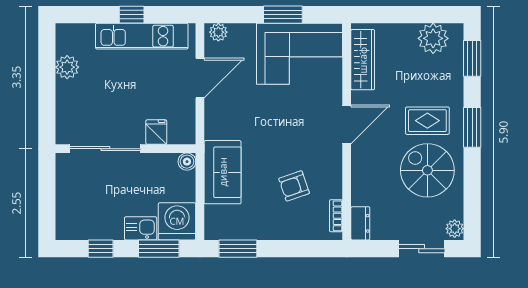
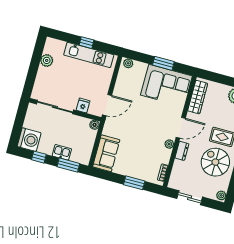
door: (200, 78) -> (107, 105), moved
plant: (334, 160) -> (169, 144), added
sofa: (223, 172) -> (106, 153), moved
armchair: (294, 186) -> (146, 152), removed
washing machine: (177, 221) -> (29, 140), moved, turned 90
dresser: (360, 223) -> (182, 151), moved
window: (238, 249) -> (134, 183), moved
sliding door: (422, 249) -> (190, 198), moved

